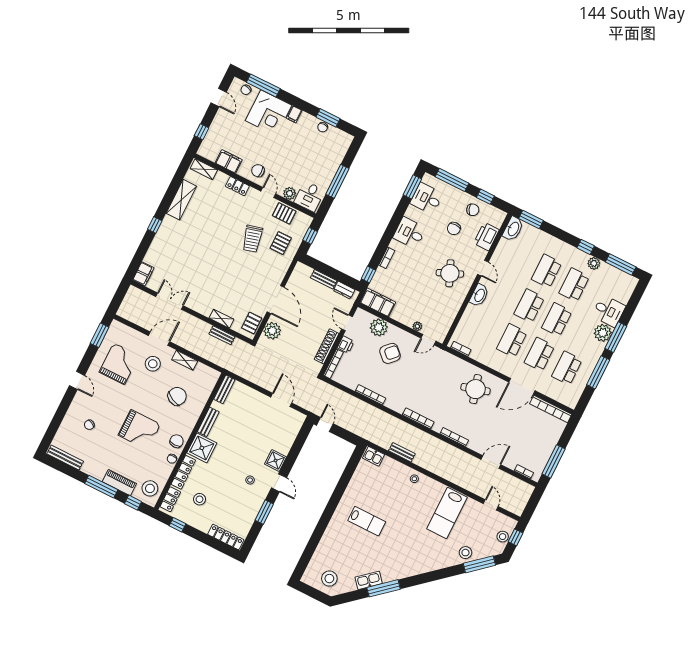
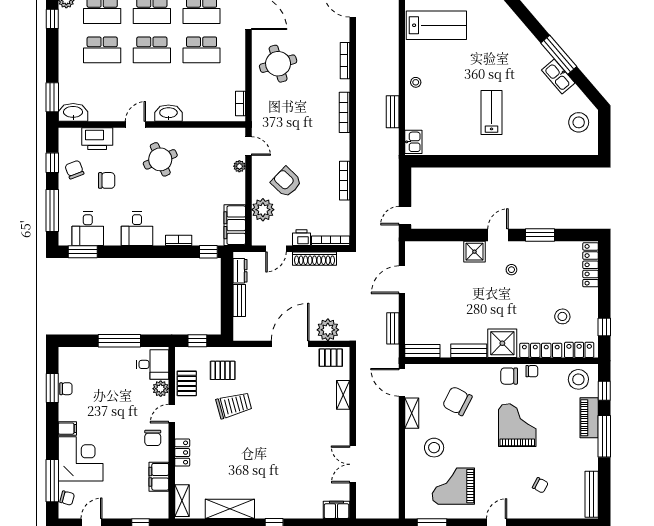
bench: (222, 335) -> (393, 328), moved
door: (159, 339) -> (402, 382), moved

